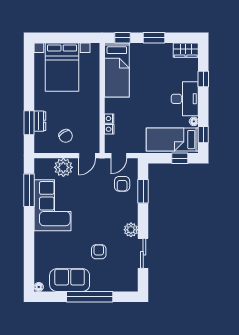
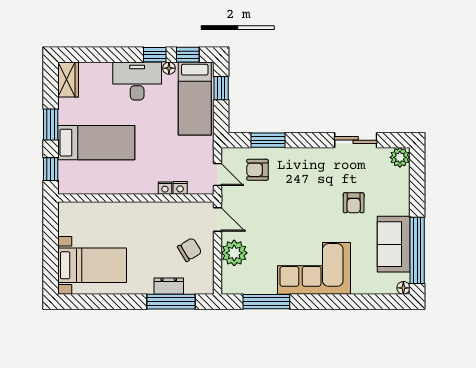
bed with nightstands: (62, 67) -> (92, 265), width x0.73
bed: (117, 70) -> (96, 143), moved
window: (203, 79) -> (155, 55), moved
window: (29, 123) -> (171, 302), width x1.44
armchair: (122, 184) -> (257, 170), turned 180
corner sofa: (52, 205) -> (314, 268), moved
plant: (131, 230) -> (400, 157), moved
armchair: (99, 252) -> (354, 203), turned -90
window: (90, 297) -> (417, 250), moved

